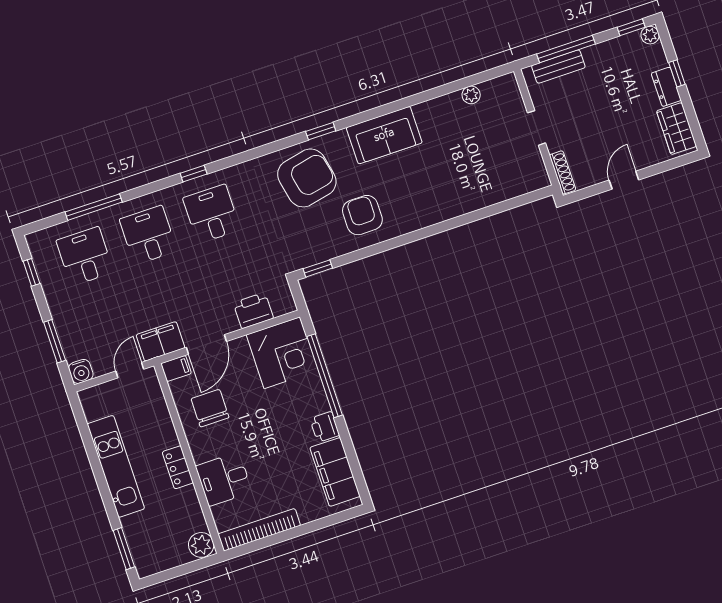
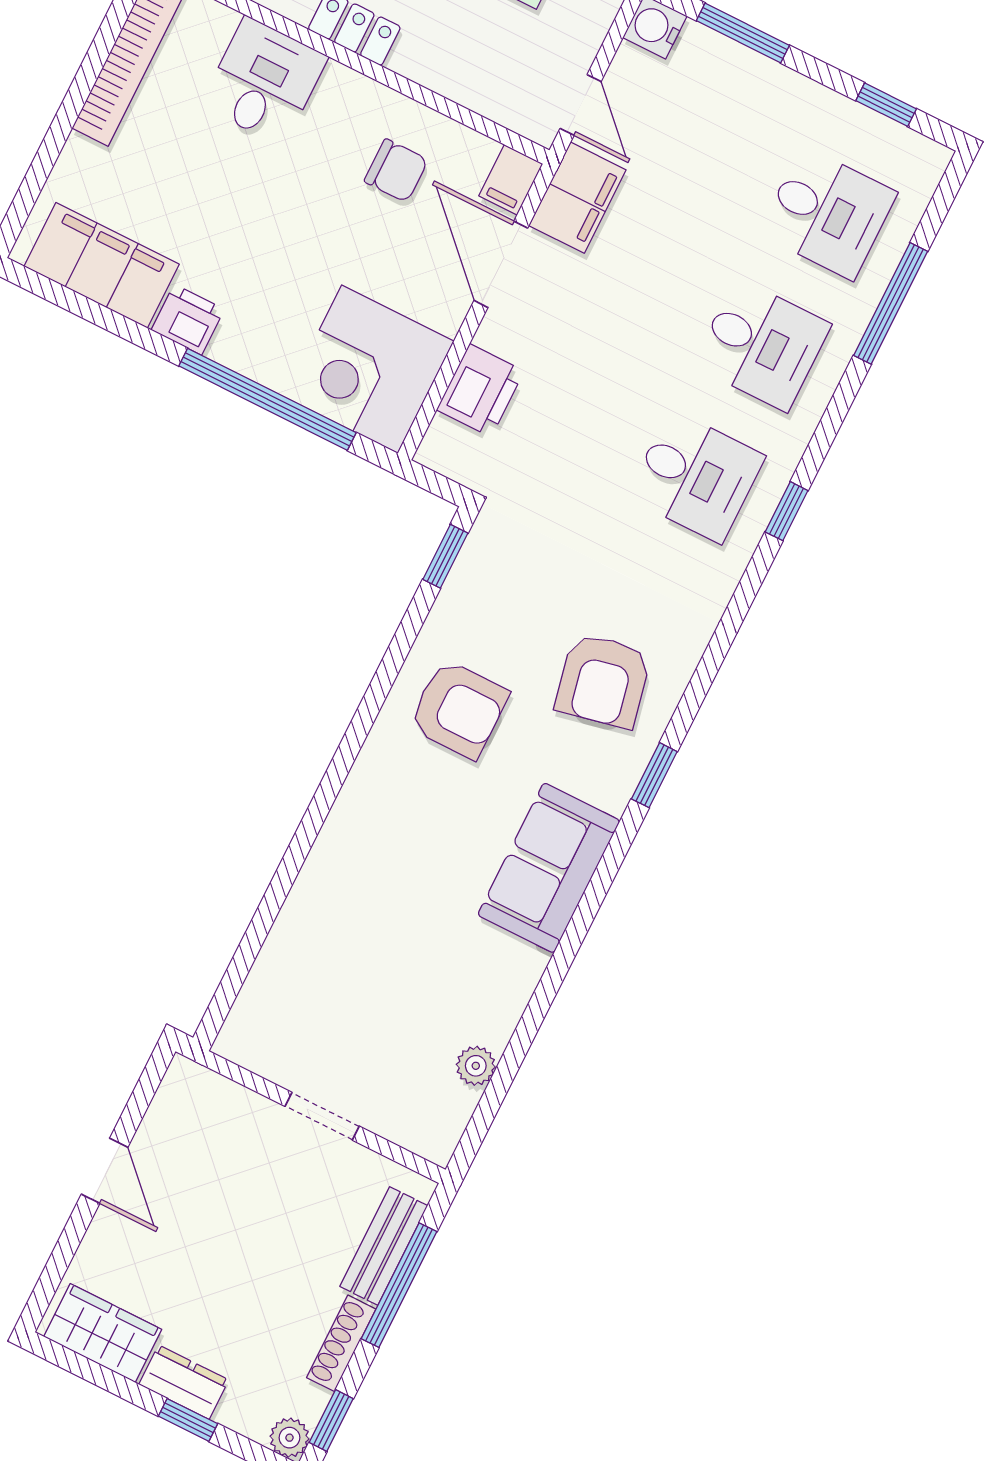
shoe rack: (563, 172) -> (341, 1343), moved, turned 90
armchair: (307, 178) -> (603, 681), width x0.73, depth x0.73
chair: (210, 408) -> (396, 171), width x0.73, depth x0.73

